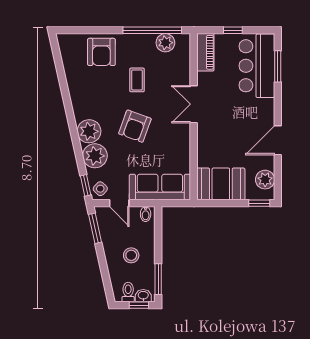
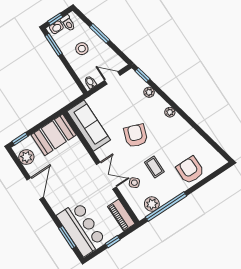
plant: (89, 131) -> (170, 112), width x0.53, depth x0.53
plant: (95, 156) -> (149, 92), width x0.53, depth x0.53
sofa: (160, 187) -> (89, 126), moved, turned -90
side table: (100, 189) -> (134, 183), moved
window: (95, 228) -> (100, 33), moved

